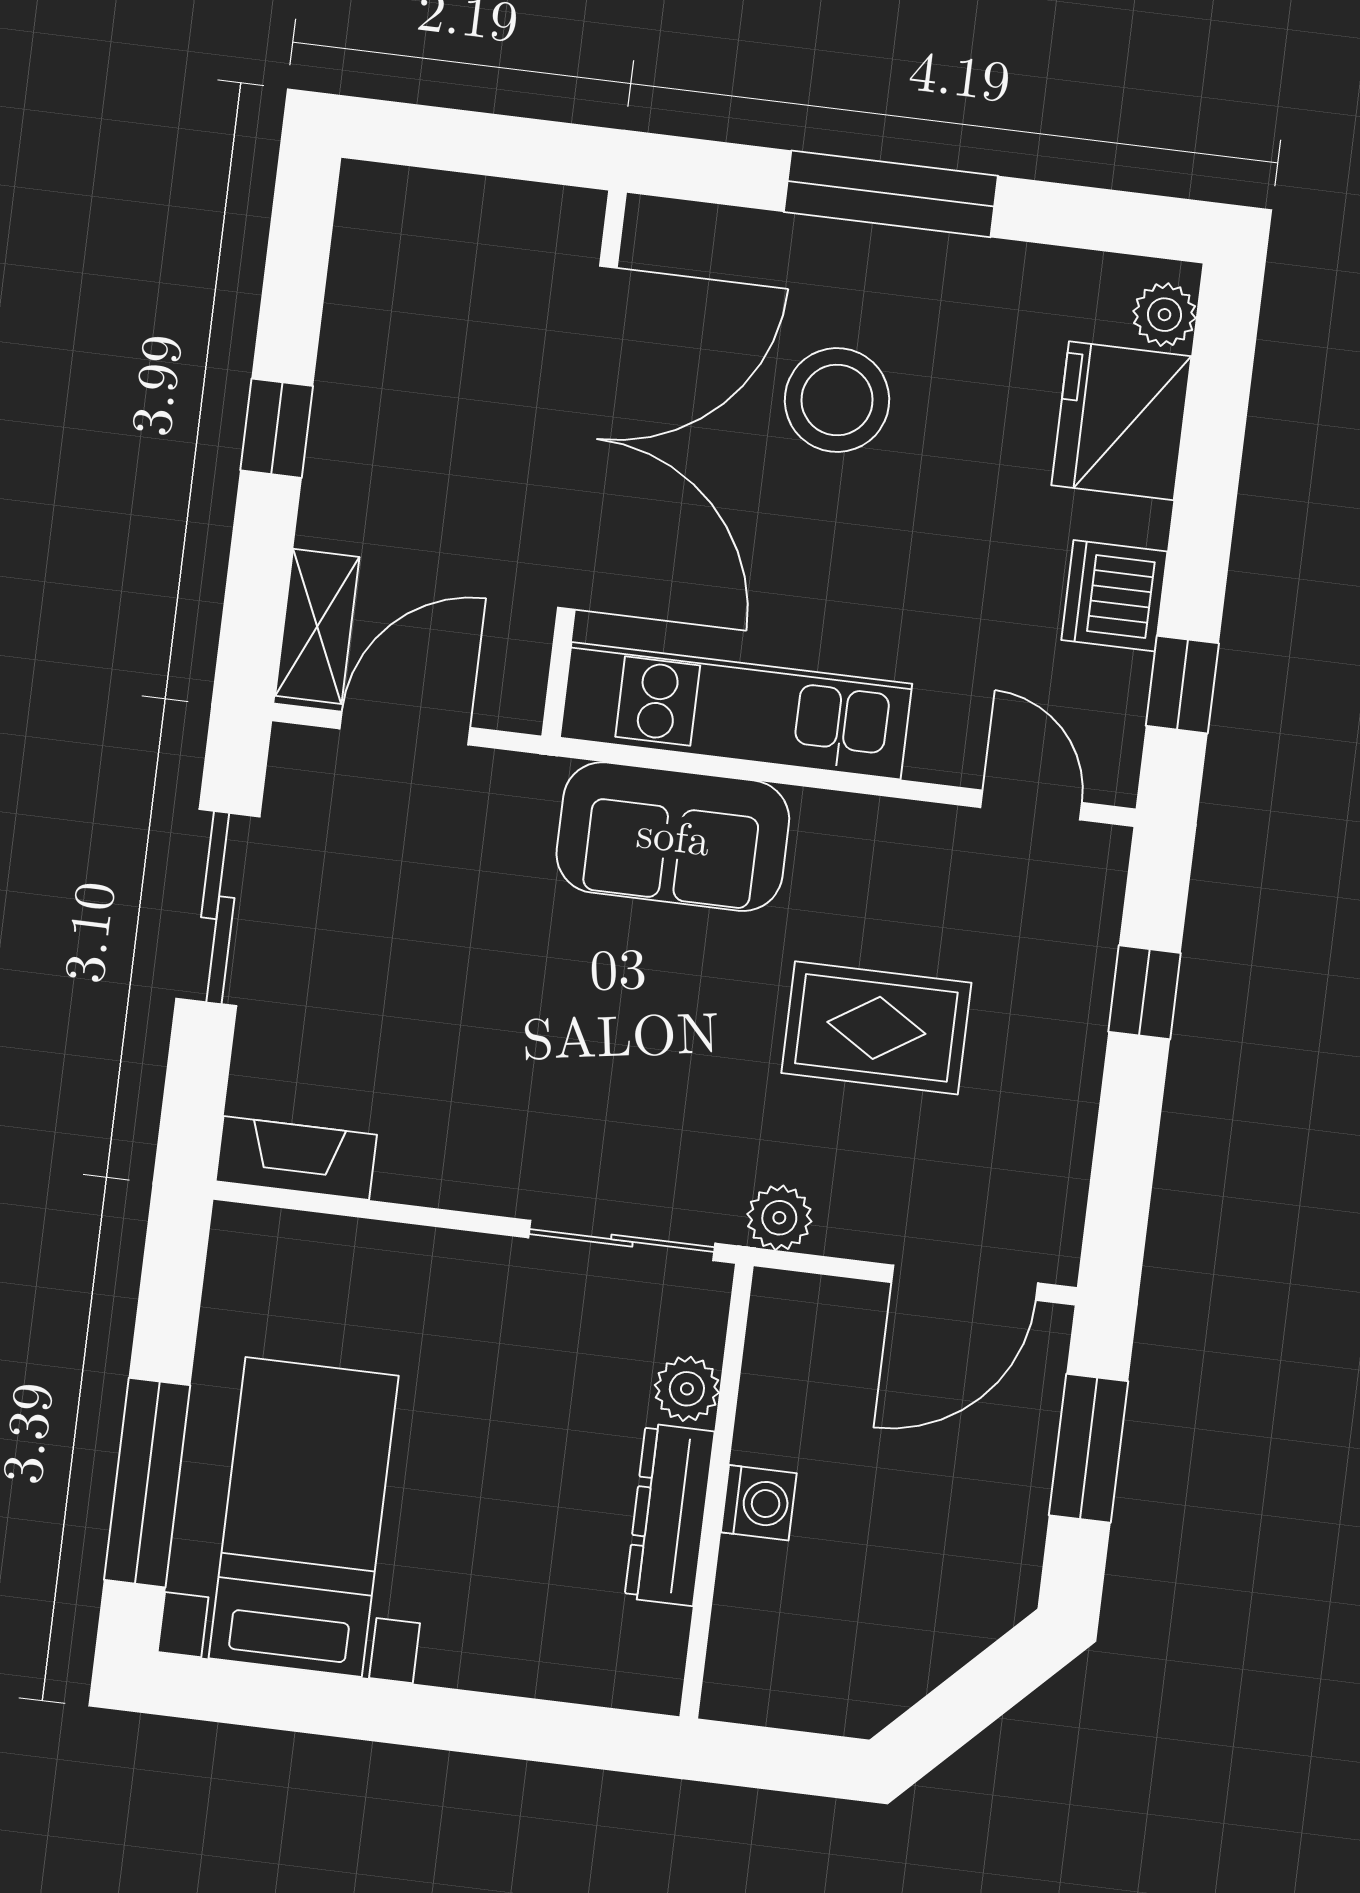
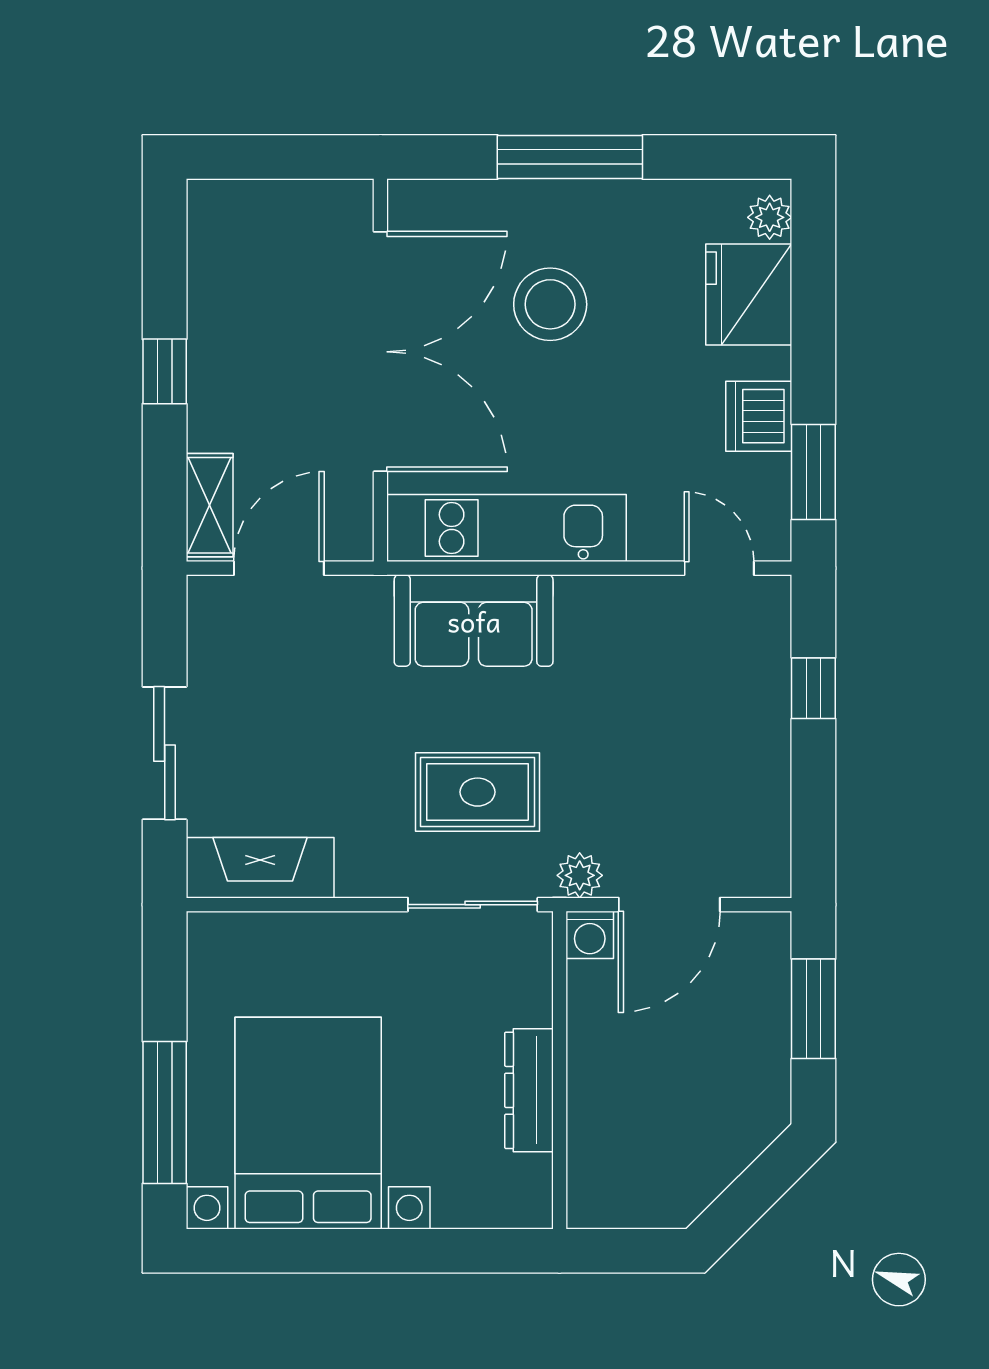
window: (1182, 685) -> (813, 472), width x1.50
sliding door: (218, 908) -> (165, 753), moved
rug: (876, 1028) -> (478, 792), moved
fireplace: (296, 1158) -> (260, 868), width x1.37, depth x1.32
door: (964, 1283) -> (669, 905), moved
plant: (687, 1389) -> (530, 1002), removed
washing machine: (759, 1503) -> (590, 935), moved, turned 90
bed with nightstands: (304, 1517) -> (308, 1123), width x1.36

